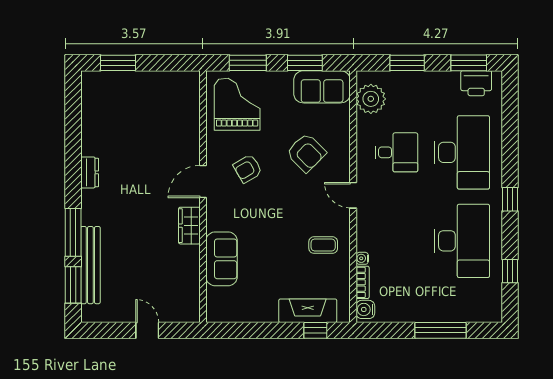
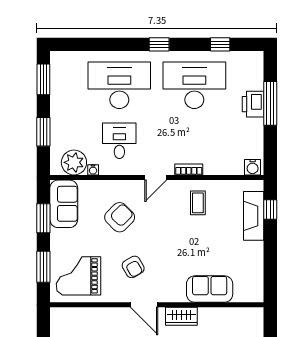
printer: (476, 83) -> (253, 104), moved, turned 180
water cooler: (362, 258) -> (93, 170), moved
bookcase: (363, 282) -> (189, 169), moved

